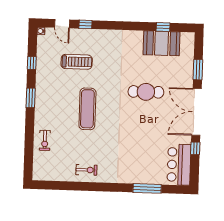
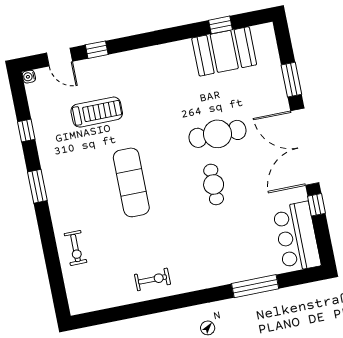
cafe table: (136, 122) -> (214, 184), added

